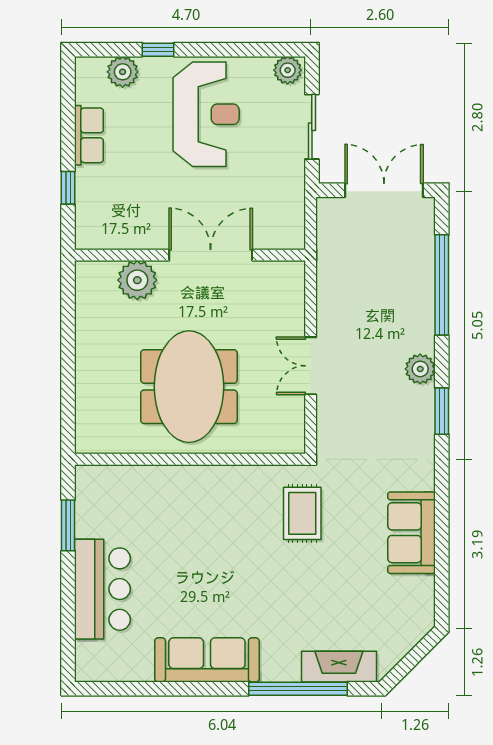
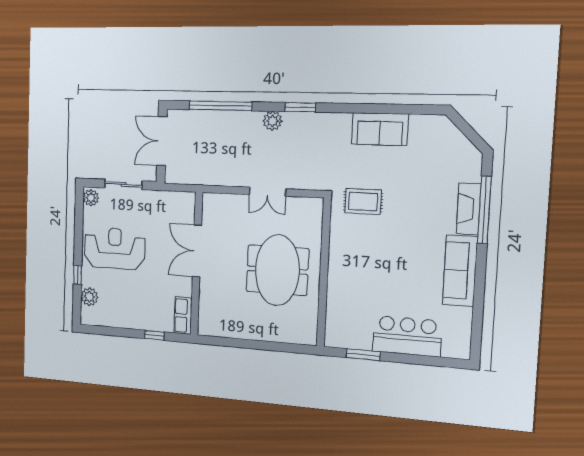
row of seats: (89, 135) -> (183, 316), moved, turned -90
plant: (137, 280) -> (210, 298), removed
meeting table: (189, 387) -> (277, 270), turned 90
fireplace: (339, 667) -> (469, 209), moved

